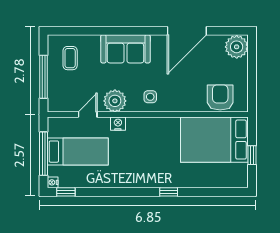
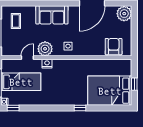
bed: (214, 140) -> (110, 91), moved

